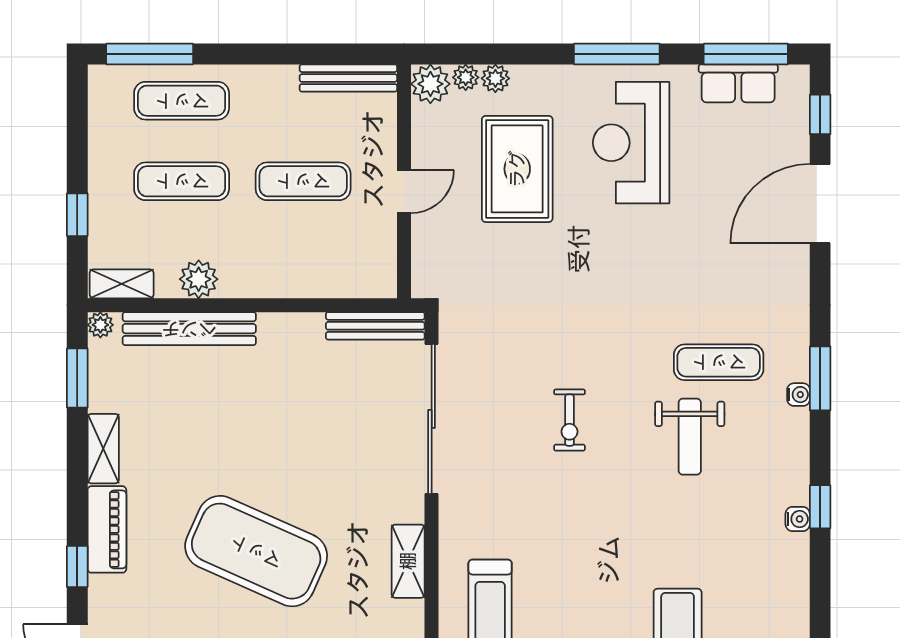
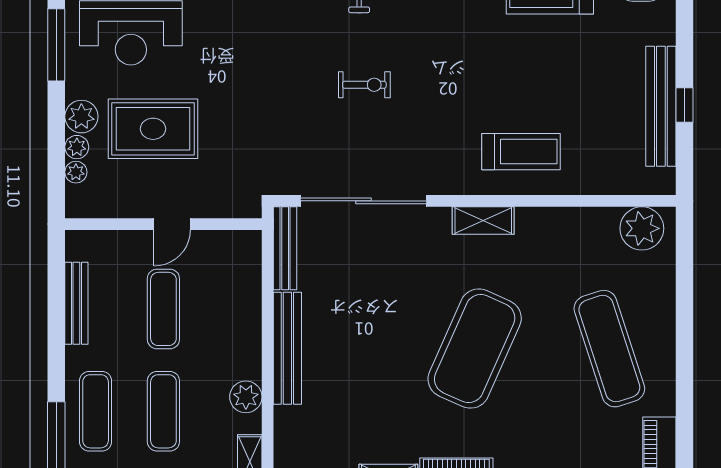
bench: (348, 78) -> (76, 303), moved
plant: (430, 84) -> (81, 117), moved
door: (404, 192) -> (172, 224), swing flipped
bench: (189, 329) -> (287, 348), moved

